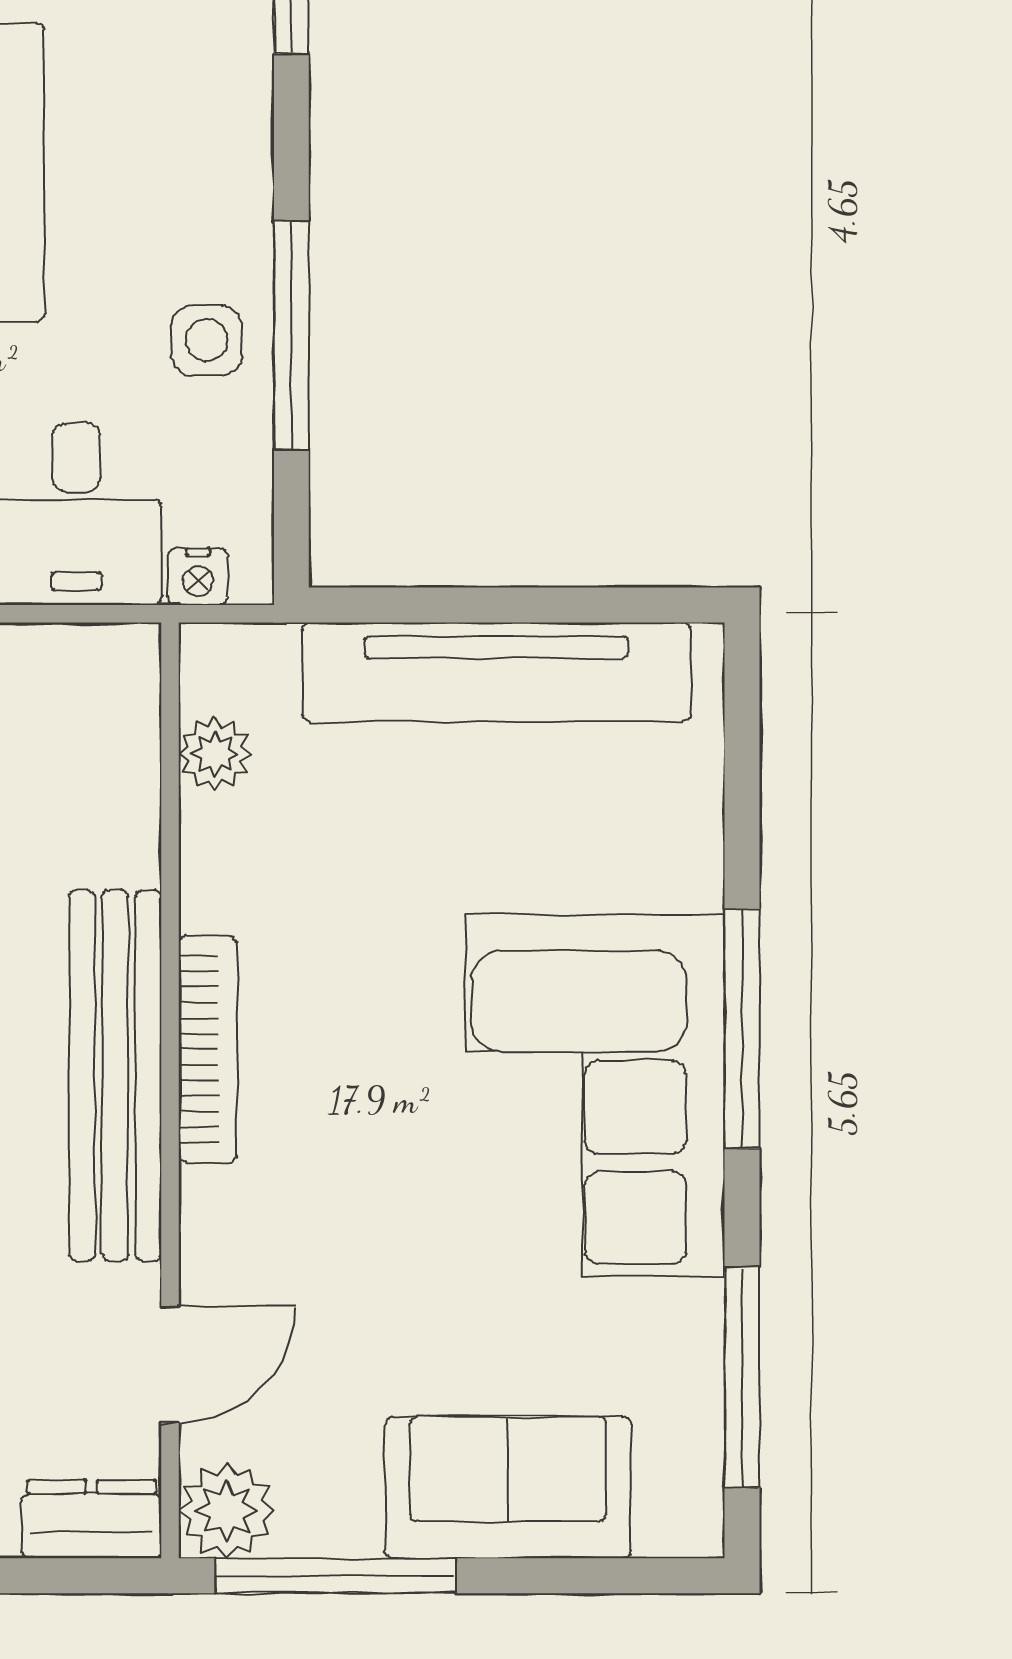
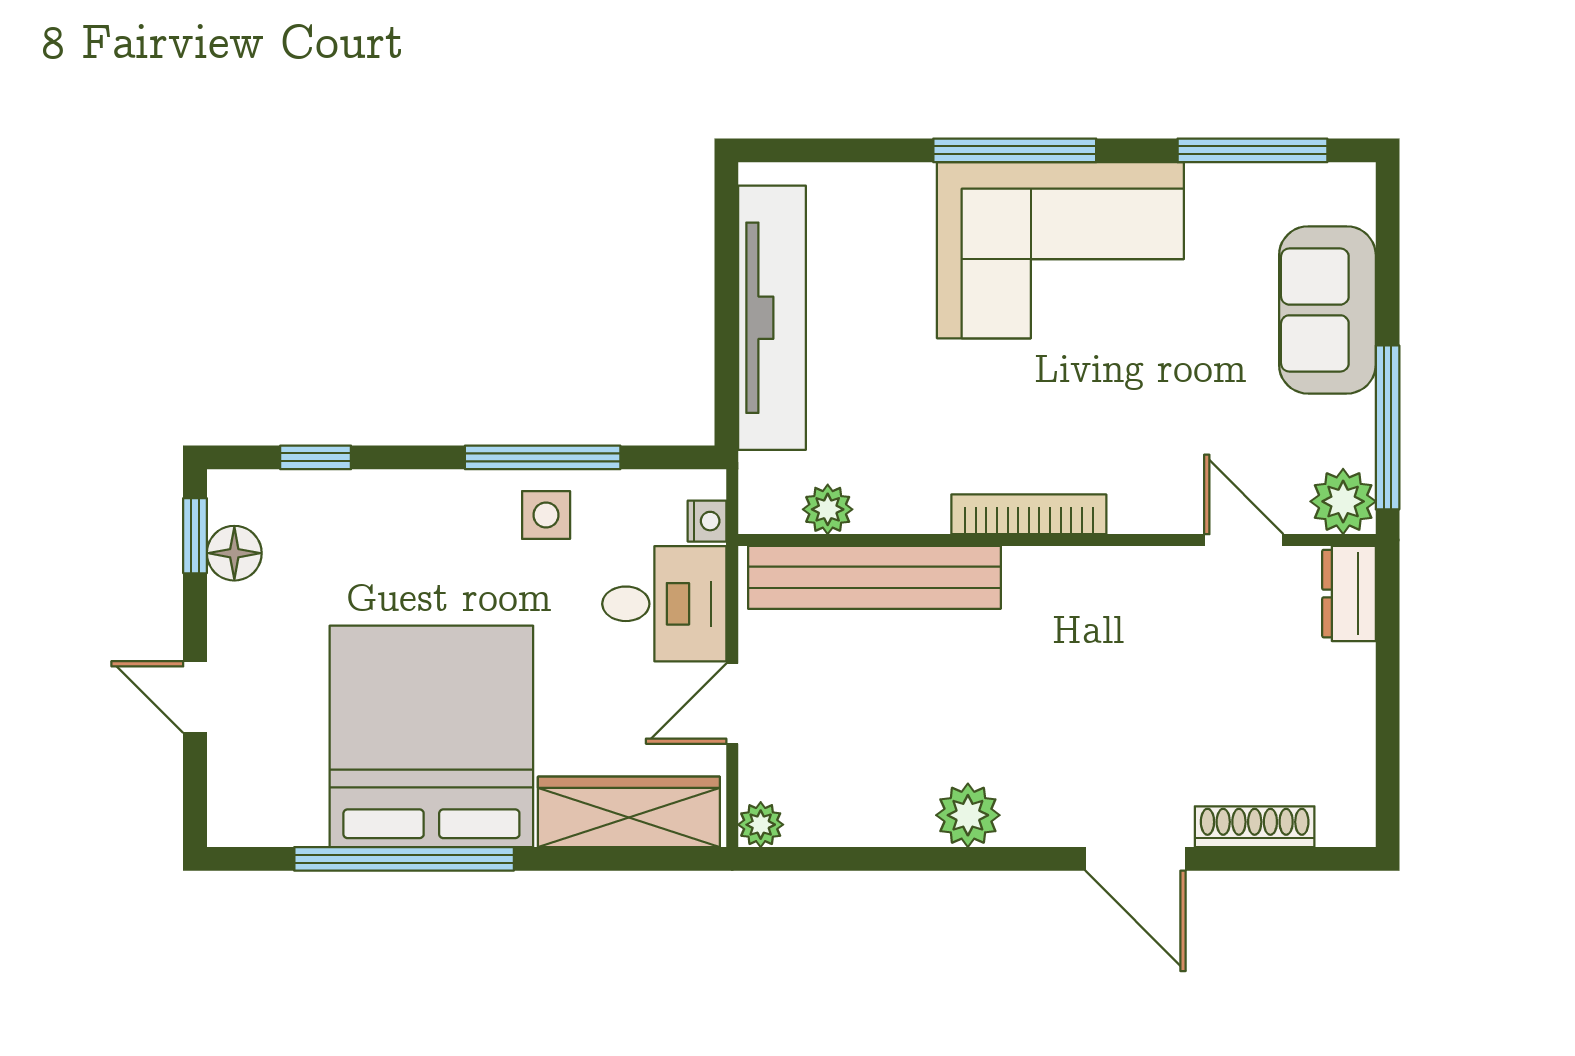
bench: (115, 1075) -> (874, 577), moved

